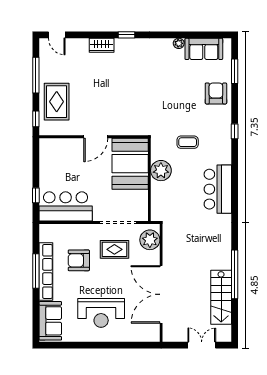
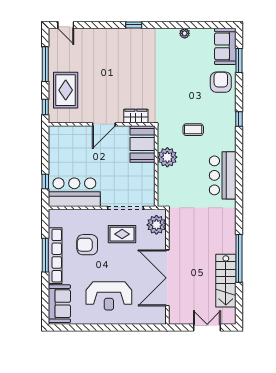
wardrobe: (102, 45) -> (136, 116), moved, turned 180
sofa: (204, 49) -> (225, 46), moved, turned 90
booth: (130, 164) -> (142, 144), width x0.73, depth x0.70

